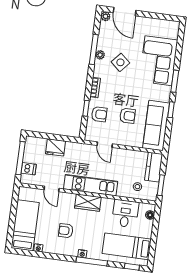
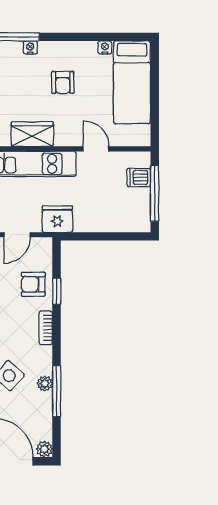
door: (105, 145) -> (17, 235), swing flipped
fridge: (55, 147) -> (57, 219), moved
armchair: (66, 231) -> (63, 82), turned 90

